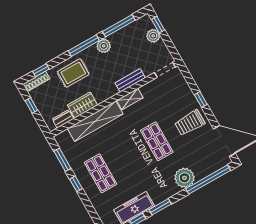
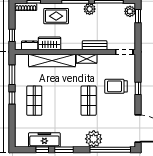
plant: (153, 36) -> (130, 11), moved
window: (31, 105) -> (12, 35), moved
trolley: (190, 123) -> (116, 86), moved

